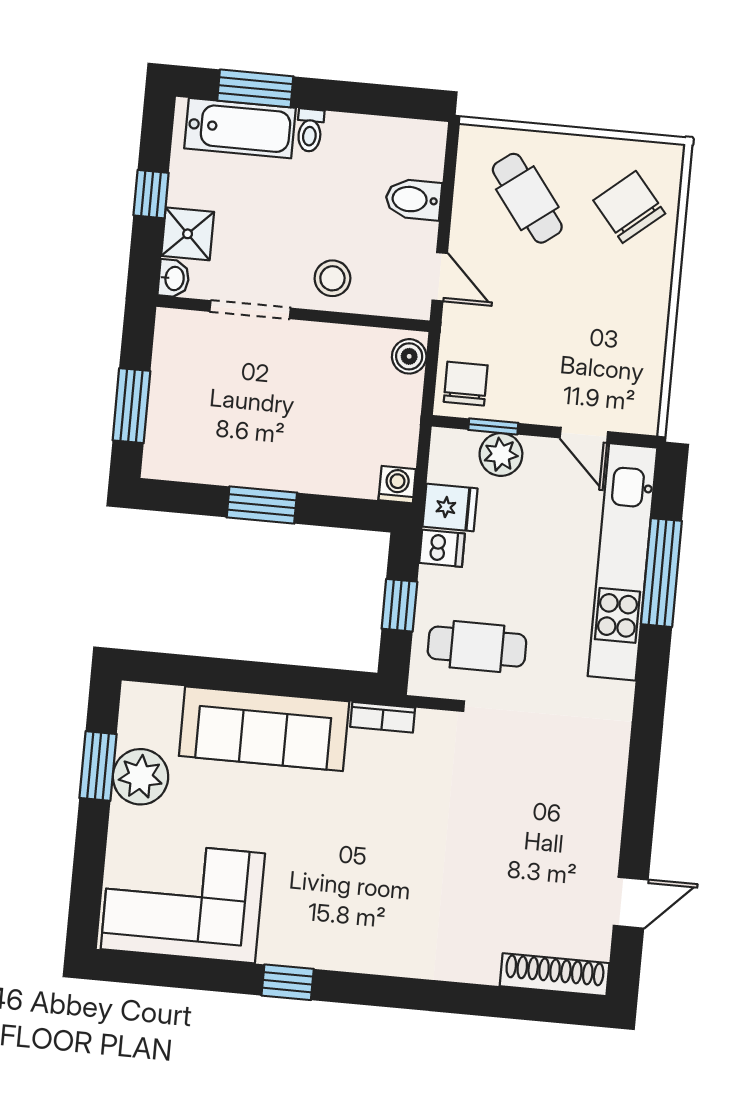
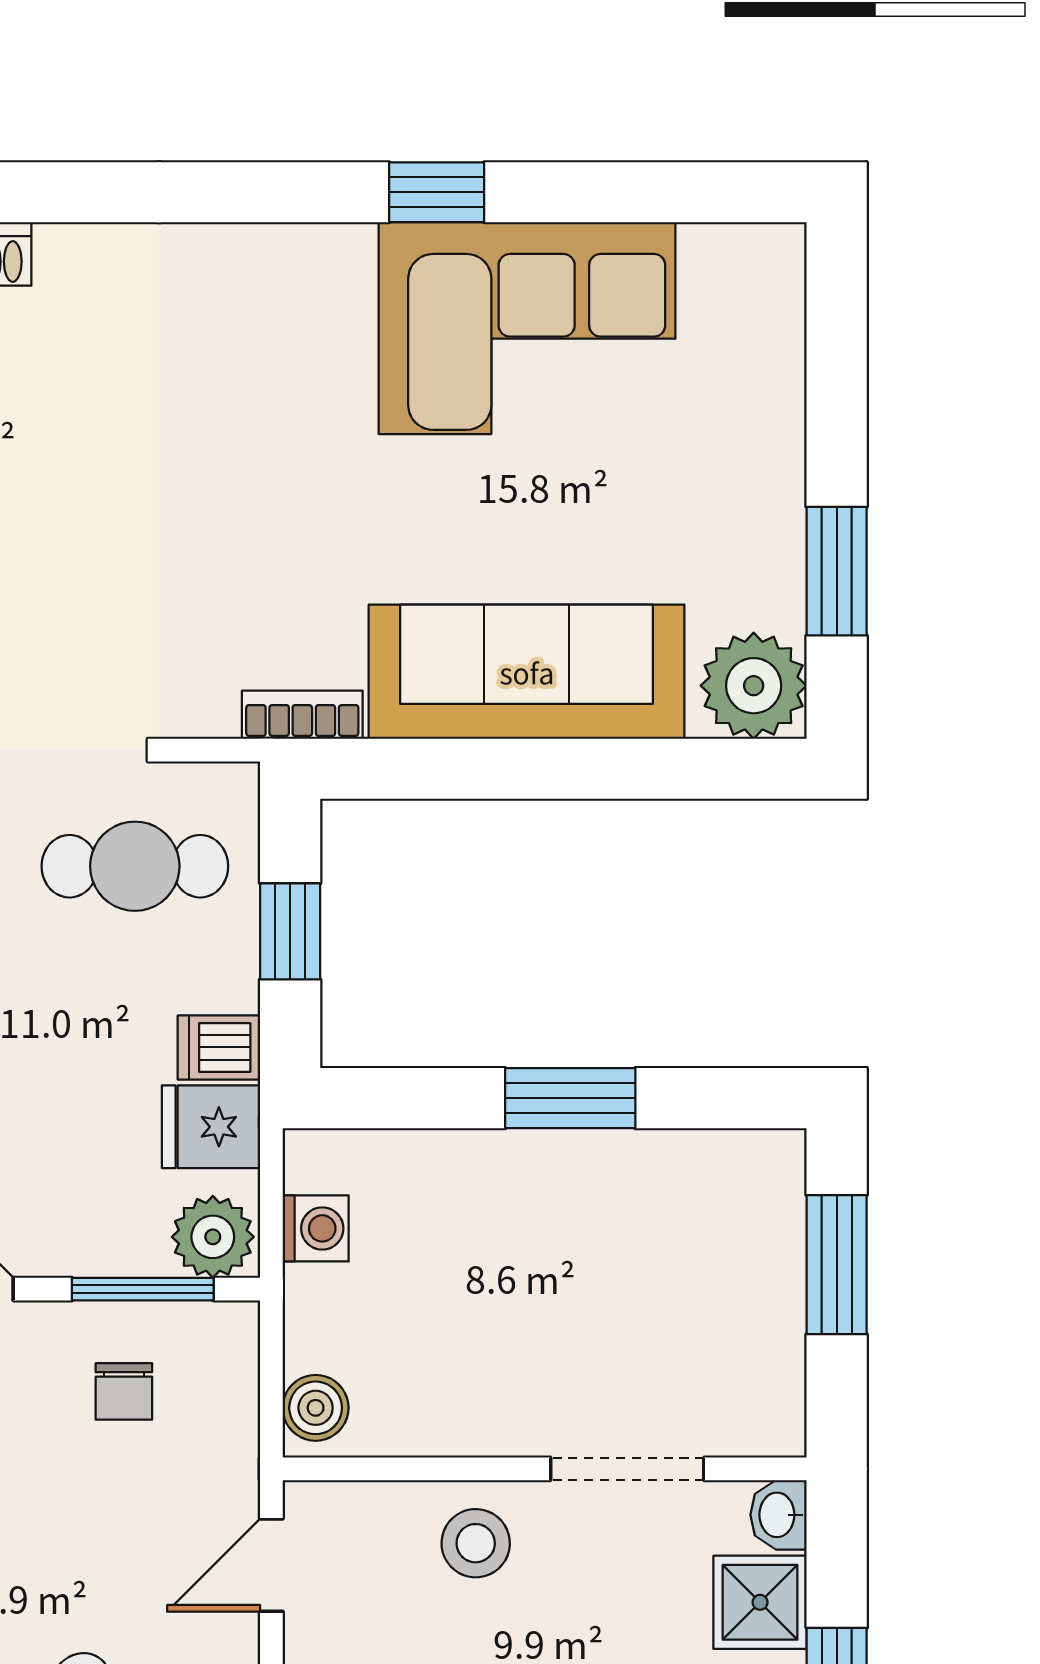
door: (440, 277) -> (271, 1565), hinge flipped
chair: (466, 384) -> (124, 1391), moved, width x0.73, depth x0.73
window: (493, 426) -> (143, 1289), width x1.50
plant: (501, 454) -> (213, 1237), moved
washing machine: (397, 485) -> (316, 1228), moved, turned -90
plant: (141, 777) -> (754, 686), moved
corner sofa: (183, 901) -> (527, 328), moved

